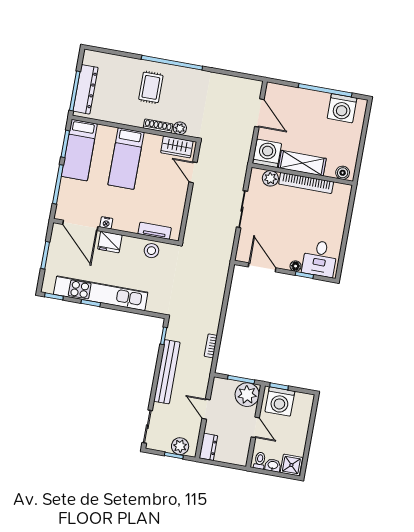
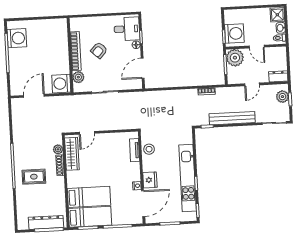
wardrobe: (177, 147) -> (72, 154), width x1.50
bed: (126, 159) -> (89, 197), moved
shelving: (302, 163) -> (62, 57), removed
boiler: (343, 173) -> (62, 27), removed
armchair: (300, 215) -> (99, 50), added
door: (255, 427) -> (257, 47), swing flipped

